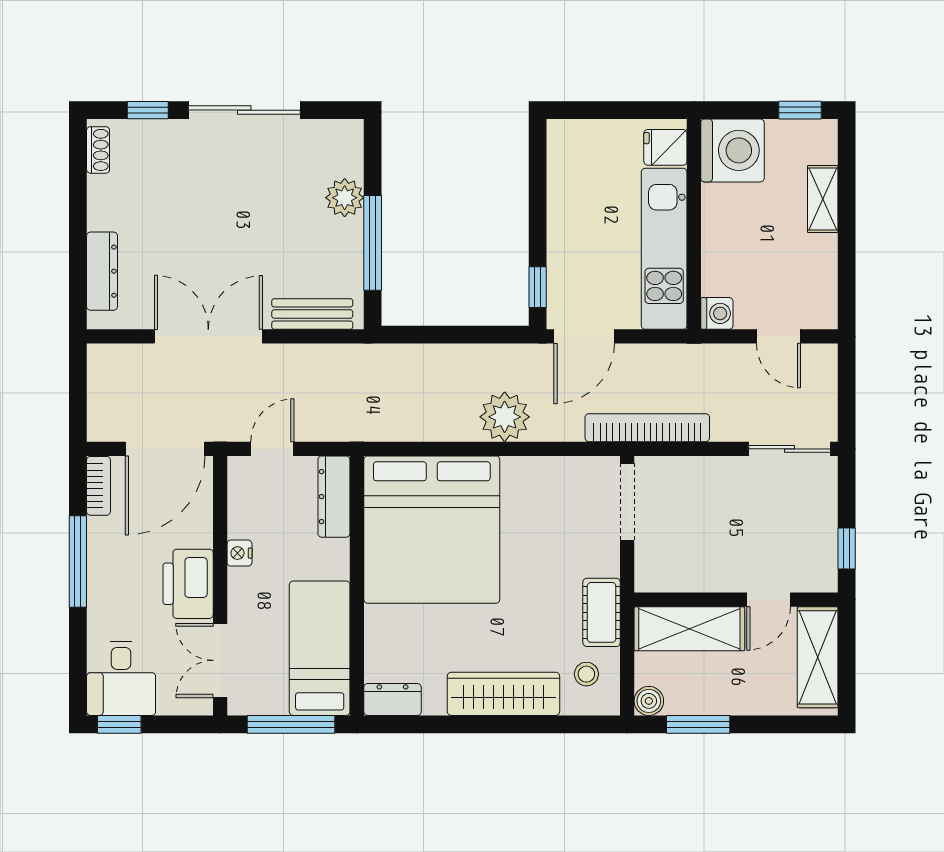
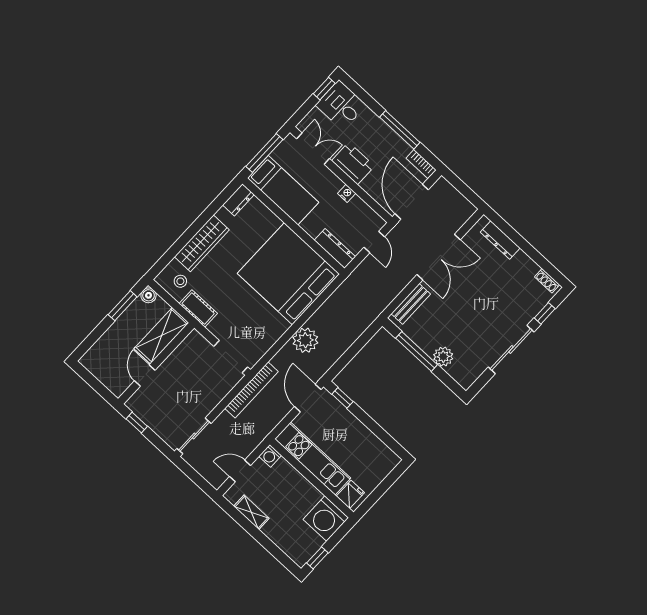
shelving: (823, 199) -> (251, 512), moved
shelving: (818, 657) -> (106, 374), removed

